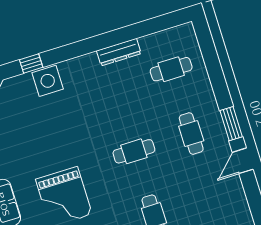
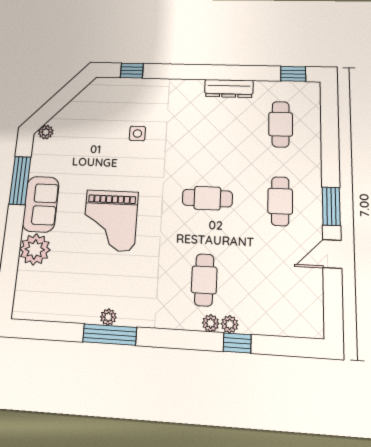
window: (167, 21) -> (293, 74), added
cafe table: (171, 69) -> (281, 124), turned 90
side table: (48, 81) -> (137, 133), moved, width x0.54, depth x0.54

